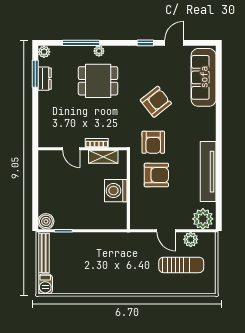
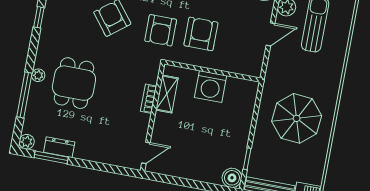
armchair: (153, 142) -> (161, 30), turned 90
door: (71, 149) -> (146, 153), moved
parasol: (103, 264) -> (297, 118), added

